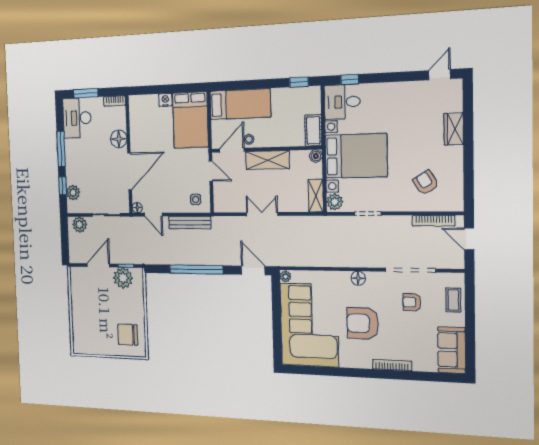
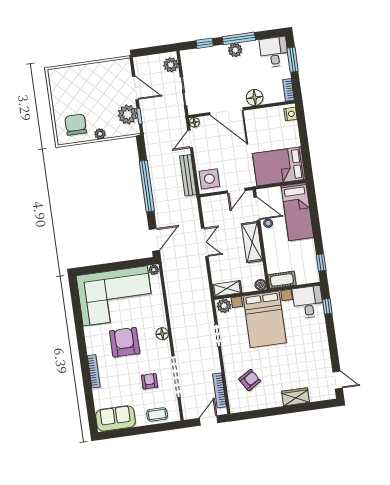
nightstand: (165, 100) -> (290, 114), moved
desk: (77, 118) -> (274, 52), width x0.73
plant: (73, 193) -> (235, 50), moved
side table: (196, 199) -> (209, 179), width x1.87, depth x1.87
plant: (139, 311) -> (100, 134), added

